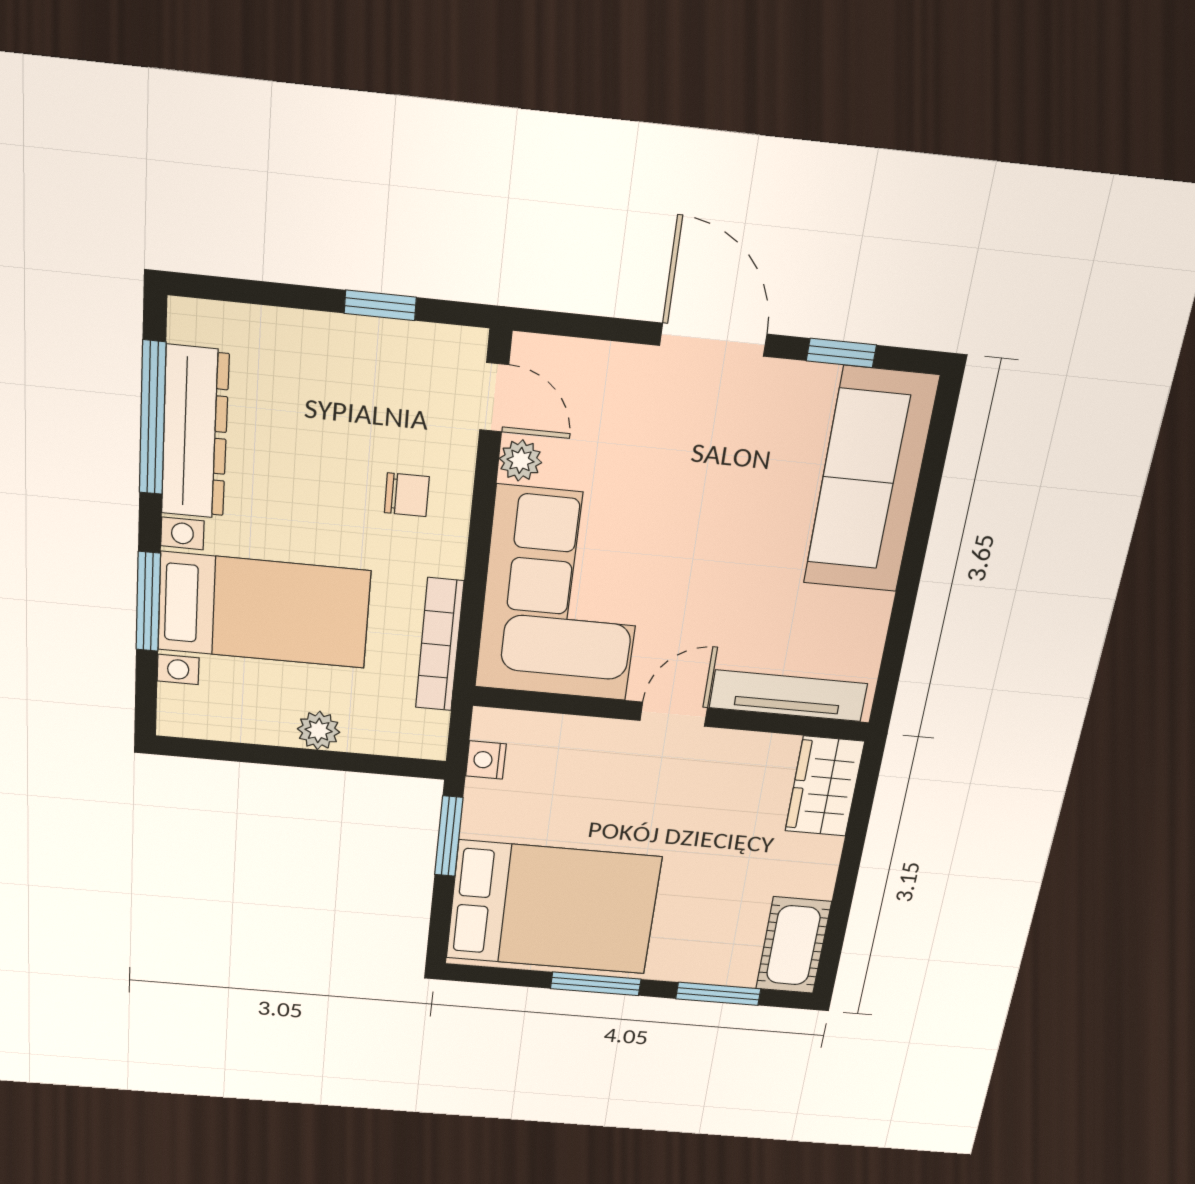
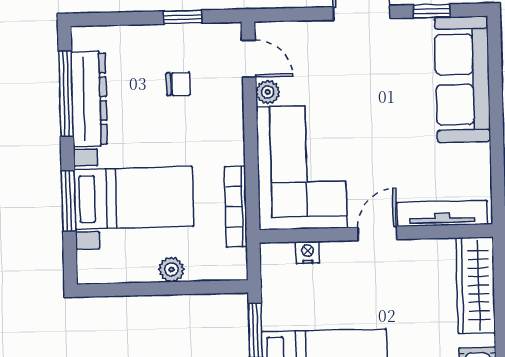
chair: (407, 495) -> (178, 84), moved
nightstand: (486, 760) -> (308, 252), moved, turned 90
wardrobe: (825, 786) -> (476, 285), width x1.50

